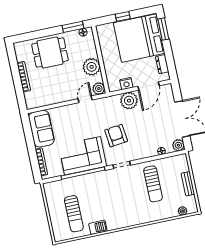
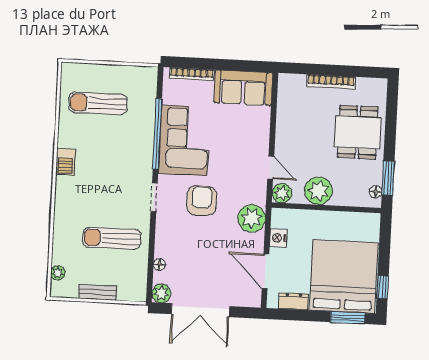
window: (123, 16) -> (383, 287), moved
plant: (129, 101) -> (252, 218), moved
armchair: (116, 136) -> (202, 201), turned -83
barbecue: (98, 227) -> (66, 162), moved

